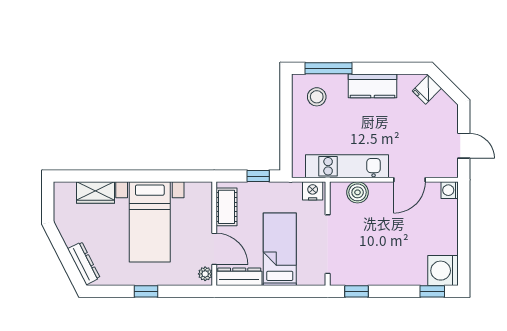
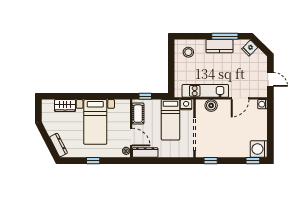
window: (329, 68) -> (225, 36), moved
window: (258, 176) -> (145, 96), moved
bed: (280, 249) -> (170, 120), moved, turned 180

